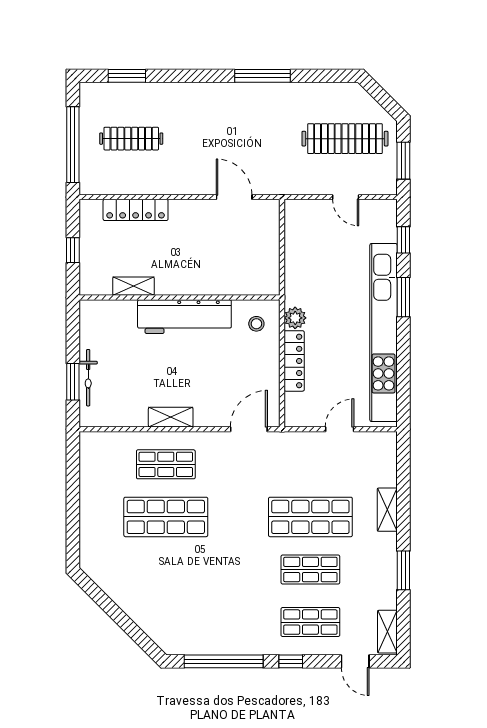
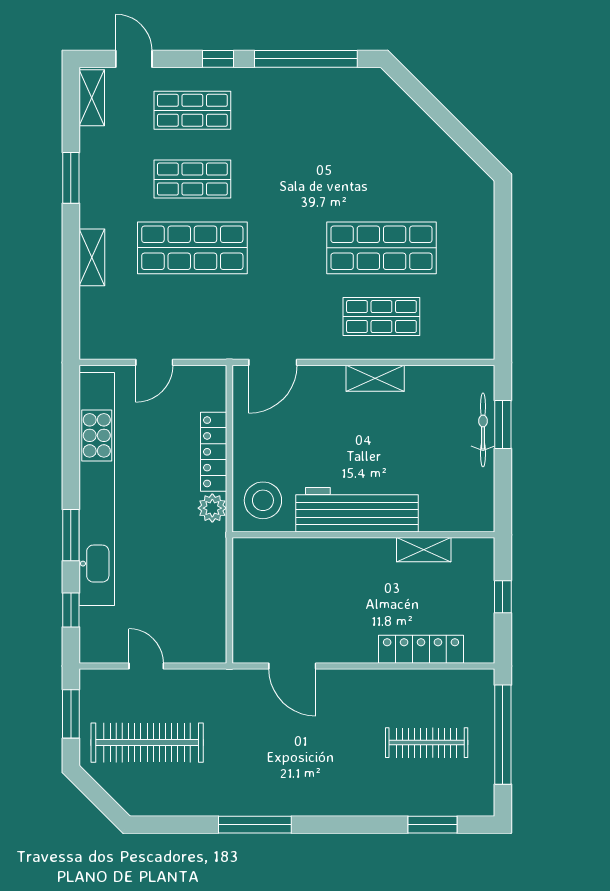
stool: (256, 324) -> (263, 500), width x1.89, depth x1.89

